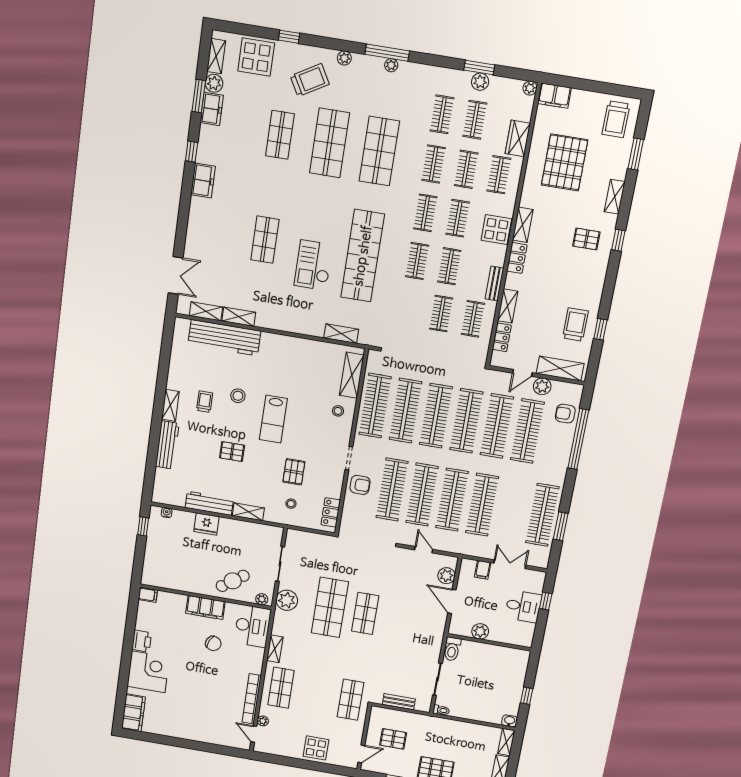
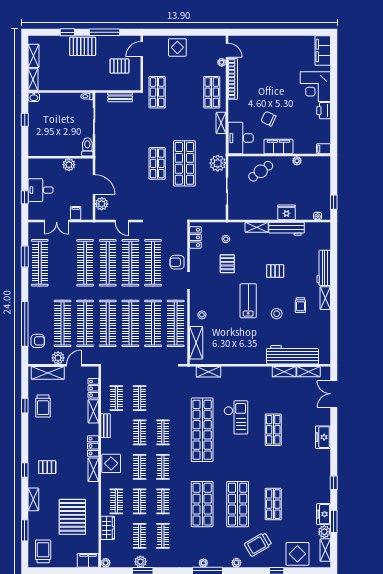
freezer: (203, 181) -> (323, 437), moved
plant: (262, 599) -> (297, 161), moved

